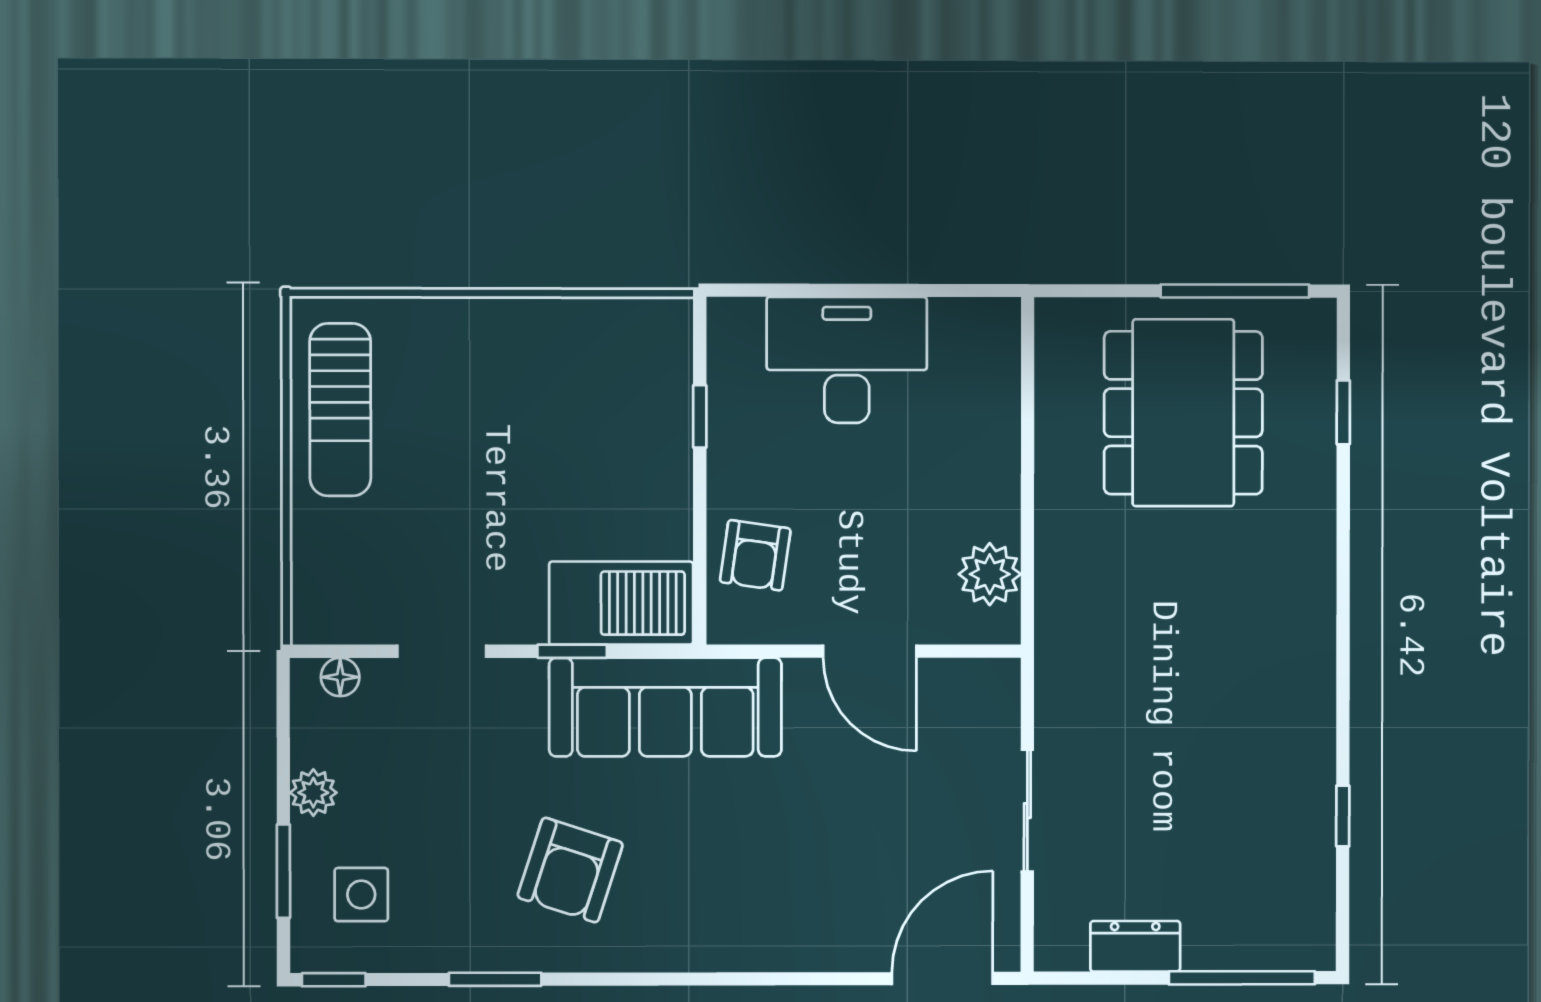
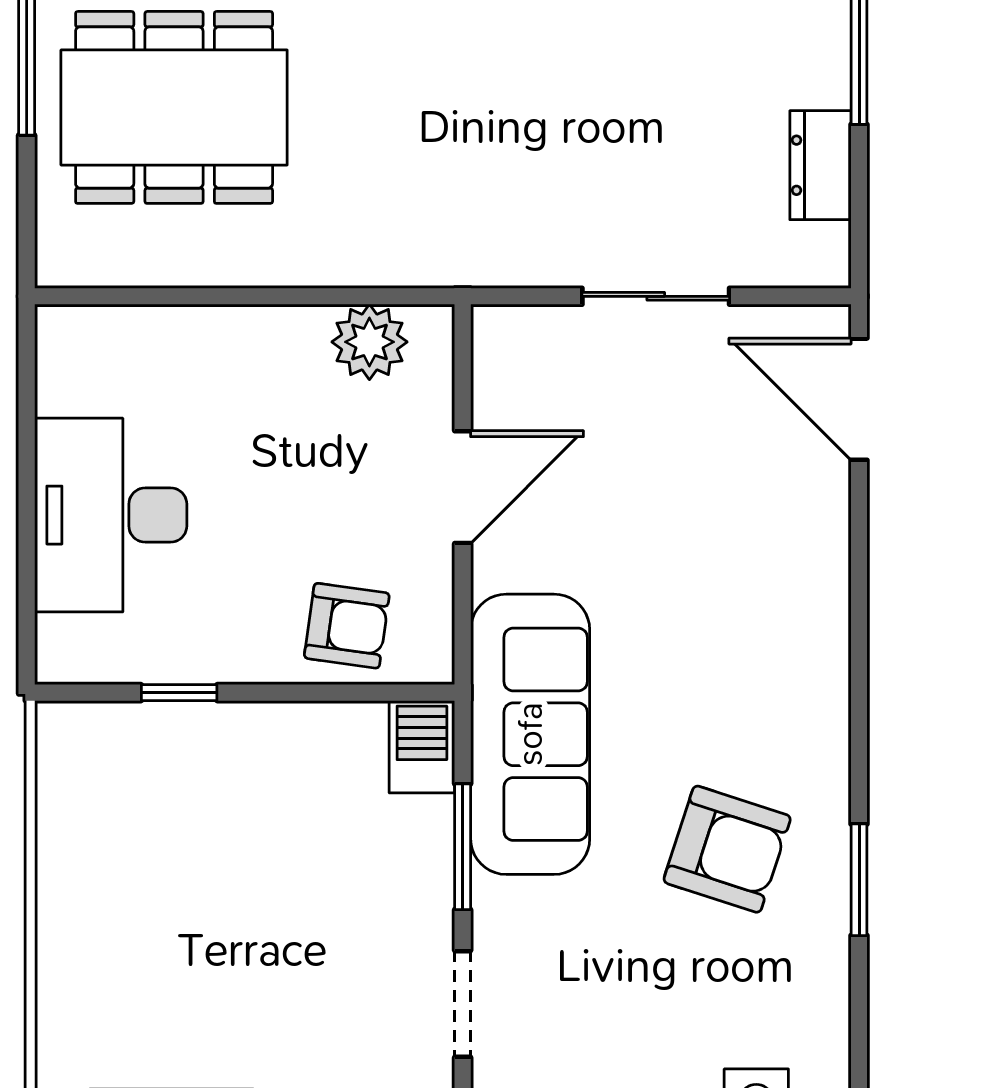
barbecue: (621, 603) -> (422, 747), width x0.53, depth x0.65
window: (572, 651) -> (463, 847), width x1.50
window: (495, 979) -> (859, 880), moved

